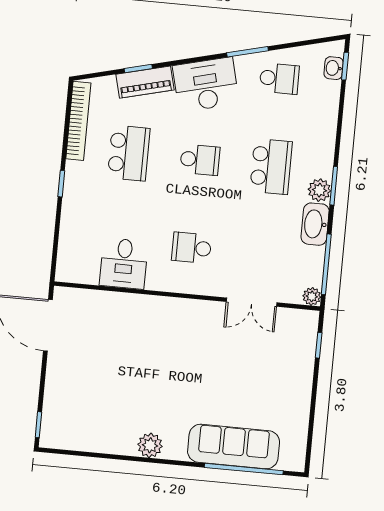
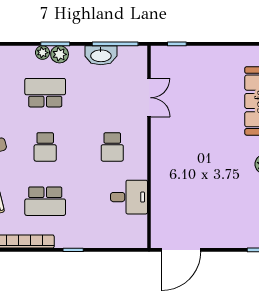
school desk: (129, 153) -> (45, 201), turned 180
school desk: (200, 160) -> (45, 147), turned 180
washbasin: (315, 224) -> (101, 55), moved
plant: (312, 296) -> (42, 53), moved

